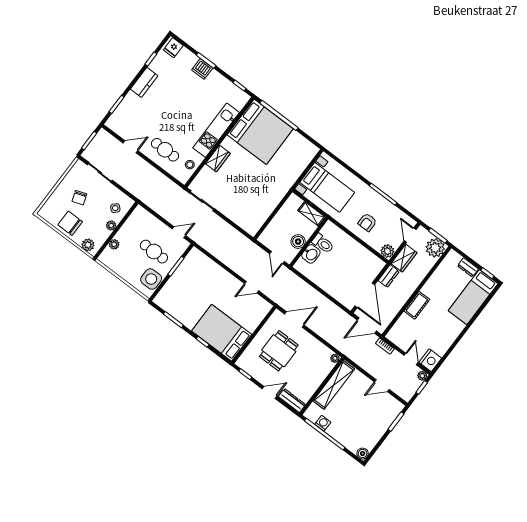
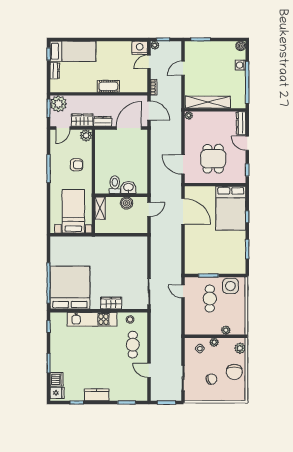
dishwasher: (202, 69) -> (57, 379), moved
door: (252, 287) -> (183, 211), width x1.88
dining table: (279, 351) -> (213, 159), turned 90
door: (382, 386) -> (183, 68), swing flipped
washing machine: (323, 423) -> (240, 65), moved

